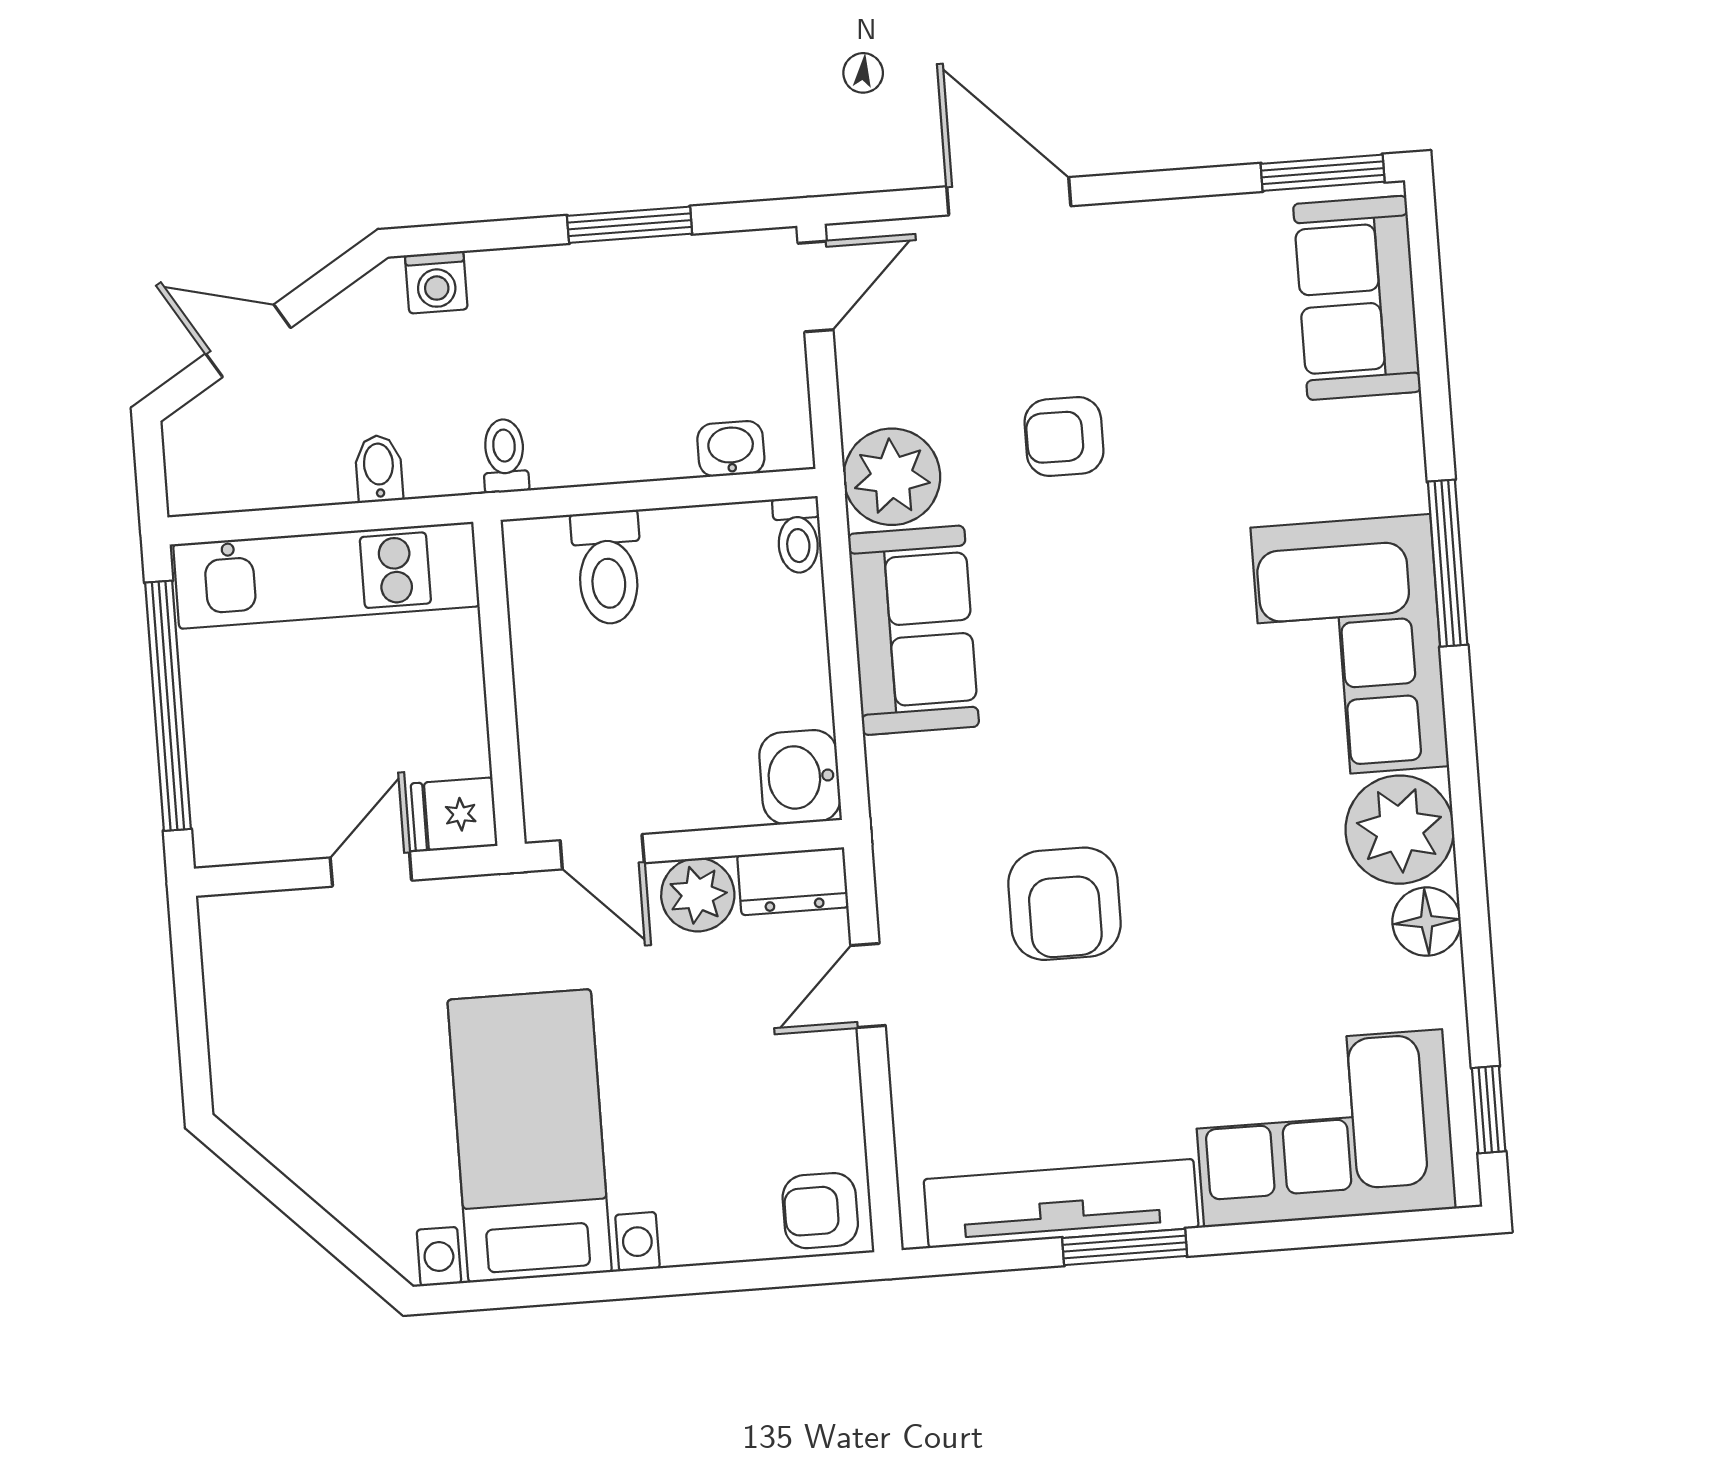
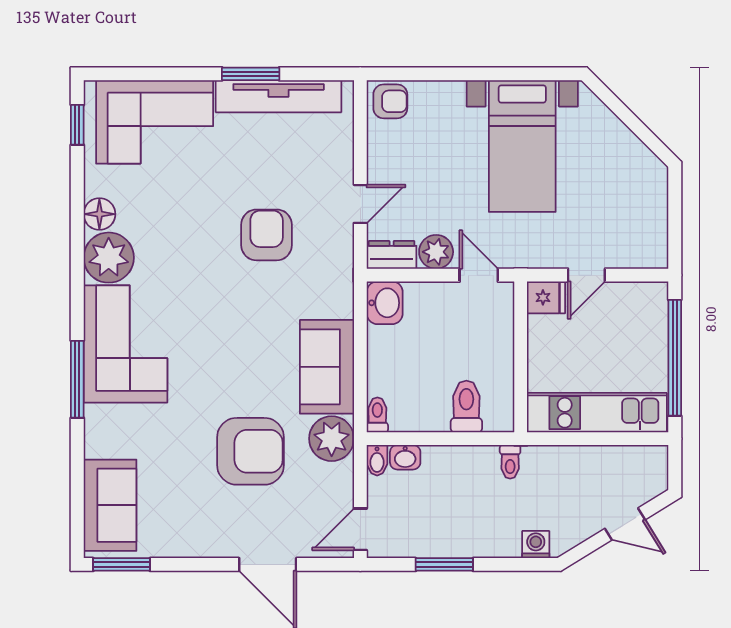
armchair: (1064, 437) -> (251, 451), width x1.88, depth x1.88
bidet: (379, 469) -> (377, 460), moved

